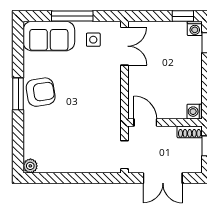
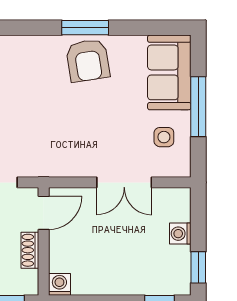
washing machine: (195, 28) -> (180, 234), moved
double door: (124, 46) -> (124, 182), moved
shoe rack: (190, 132) -> (30, 250), moved

